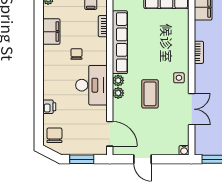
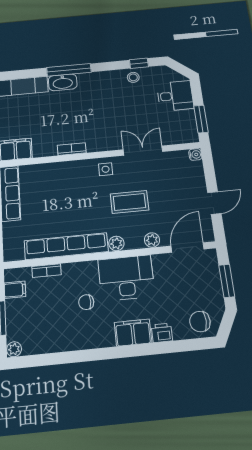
filing cabinet: (51, 32) -> (133, 333), moved
plant: (118, 93) -> (152, 240), moved

